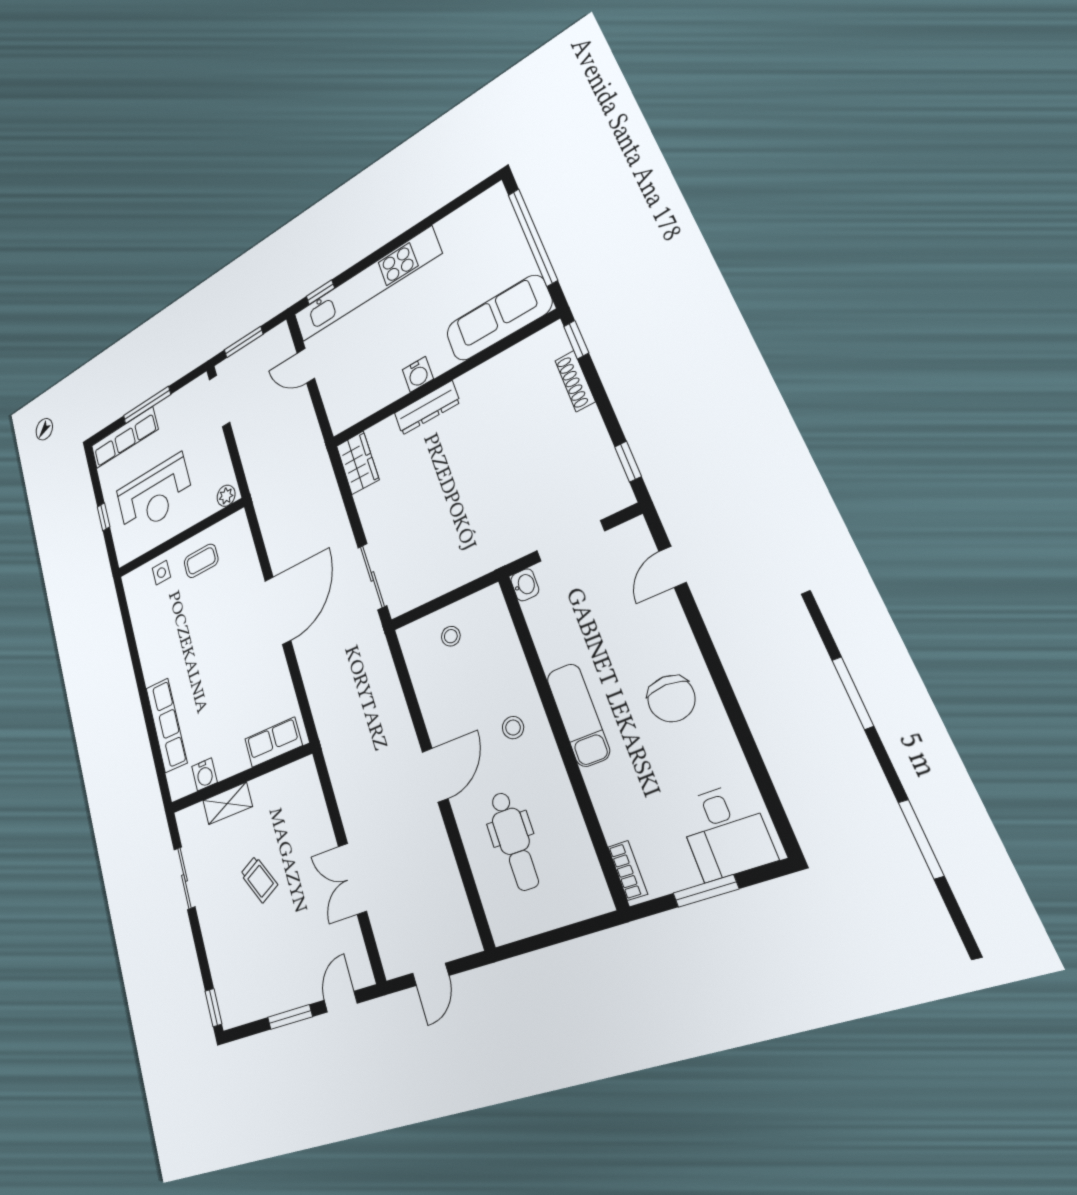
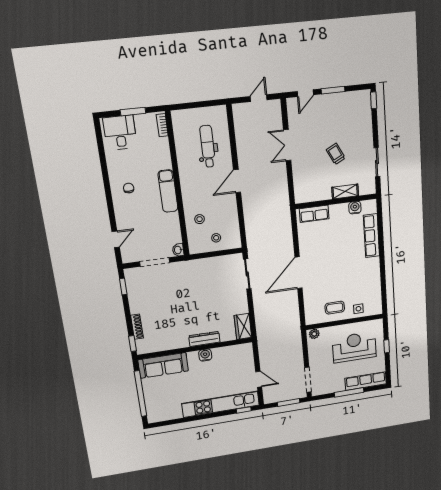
chair: (671, 699) -> (129, 188), width x0.54, depth x0.54
stool: (513, 728) -> (200, 219), moved
double door: (352, 879) -> (287, 145), swing flipped

